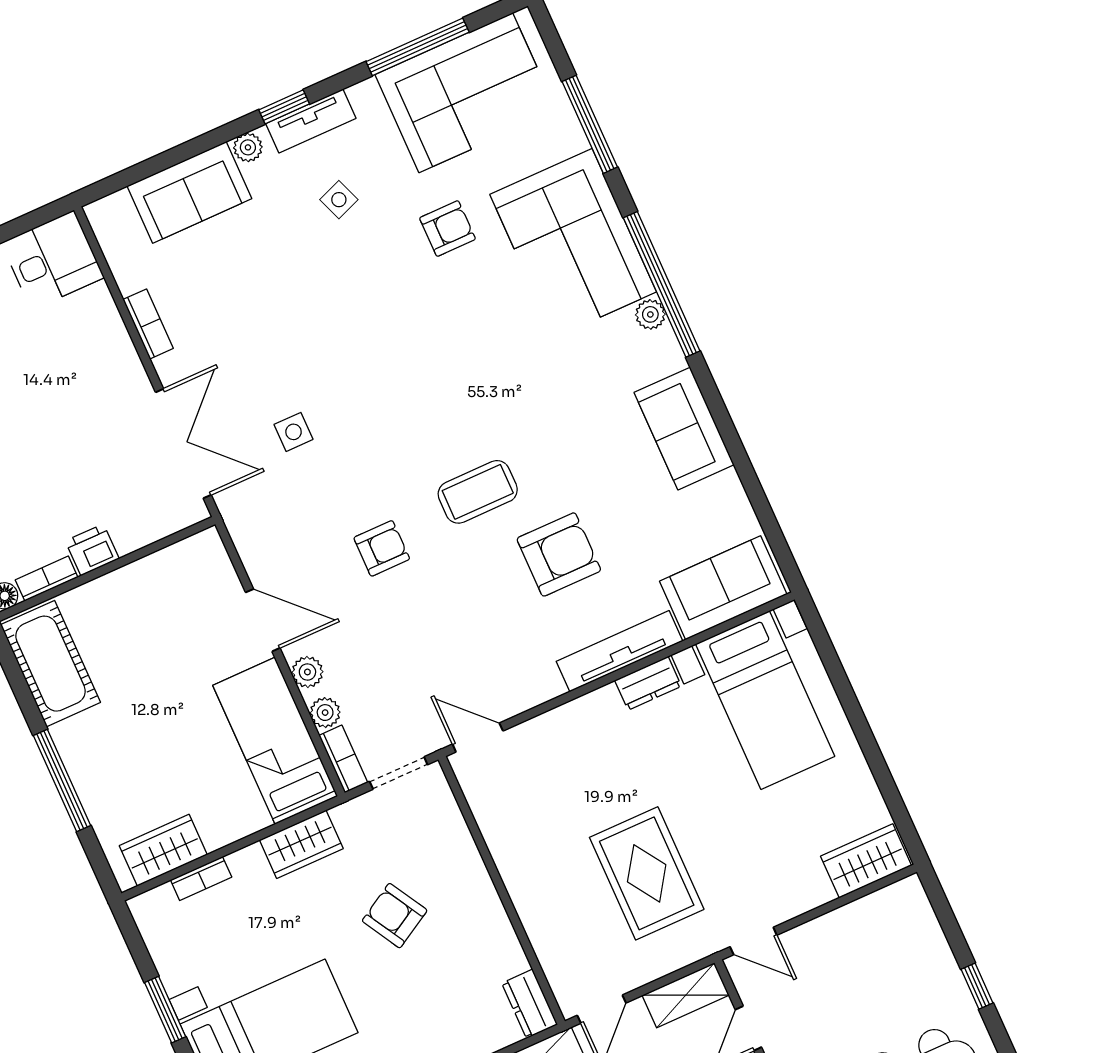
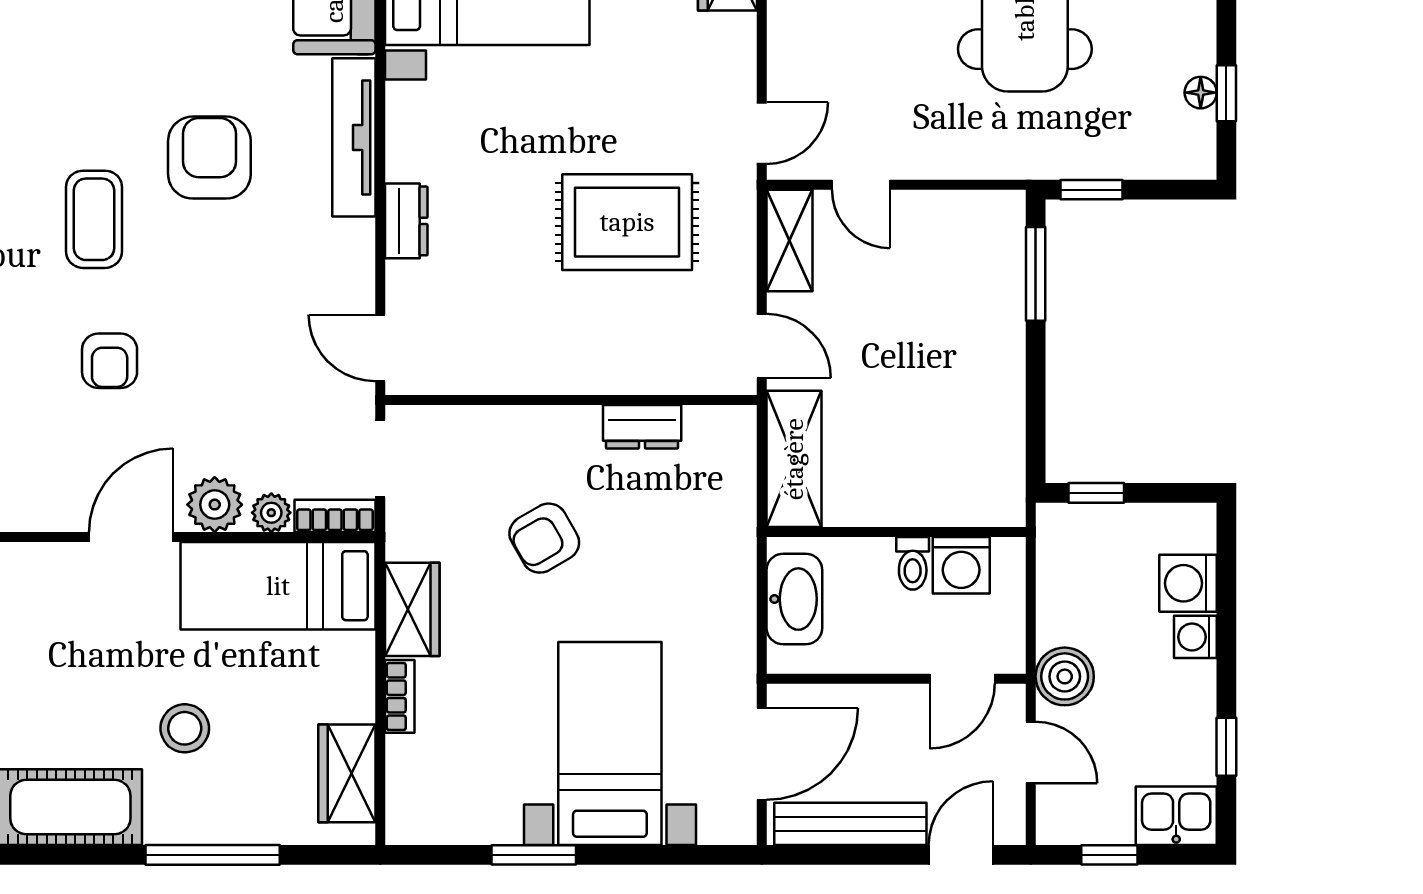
armchair: (382, 548) -> (110, 361), turned 180
plant: (307, 672) -> (215, 505), width x1.38, depth x1.38
dresser: (648, 683) -> (406, 221), moved
stool: (143, 720) -> (185, 728), added
door: (478, 738) -> (380, 348), hinge flipped
bookcase: (201, 879) -> (400, 696), moved
dresser: (530, 1004) -> (642, 427), moved

